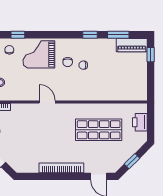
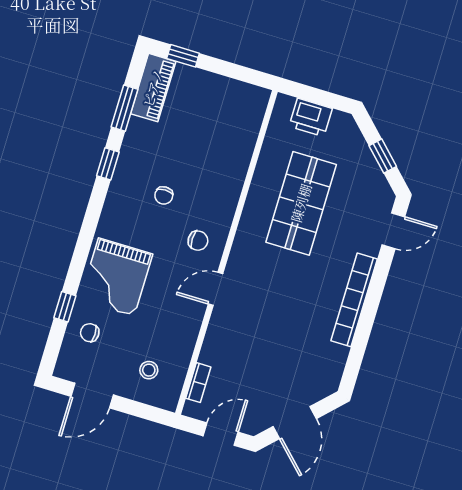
chair: (68, 62) -> (198, 241), moved

